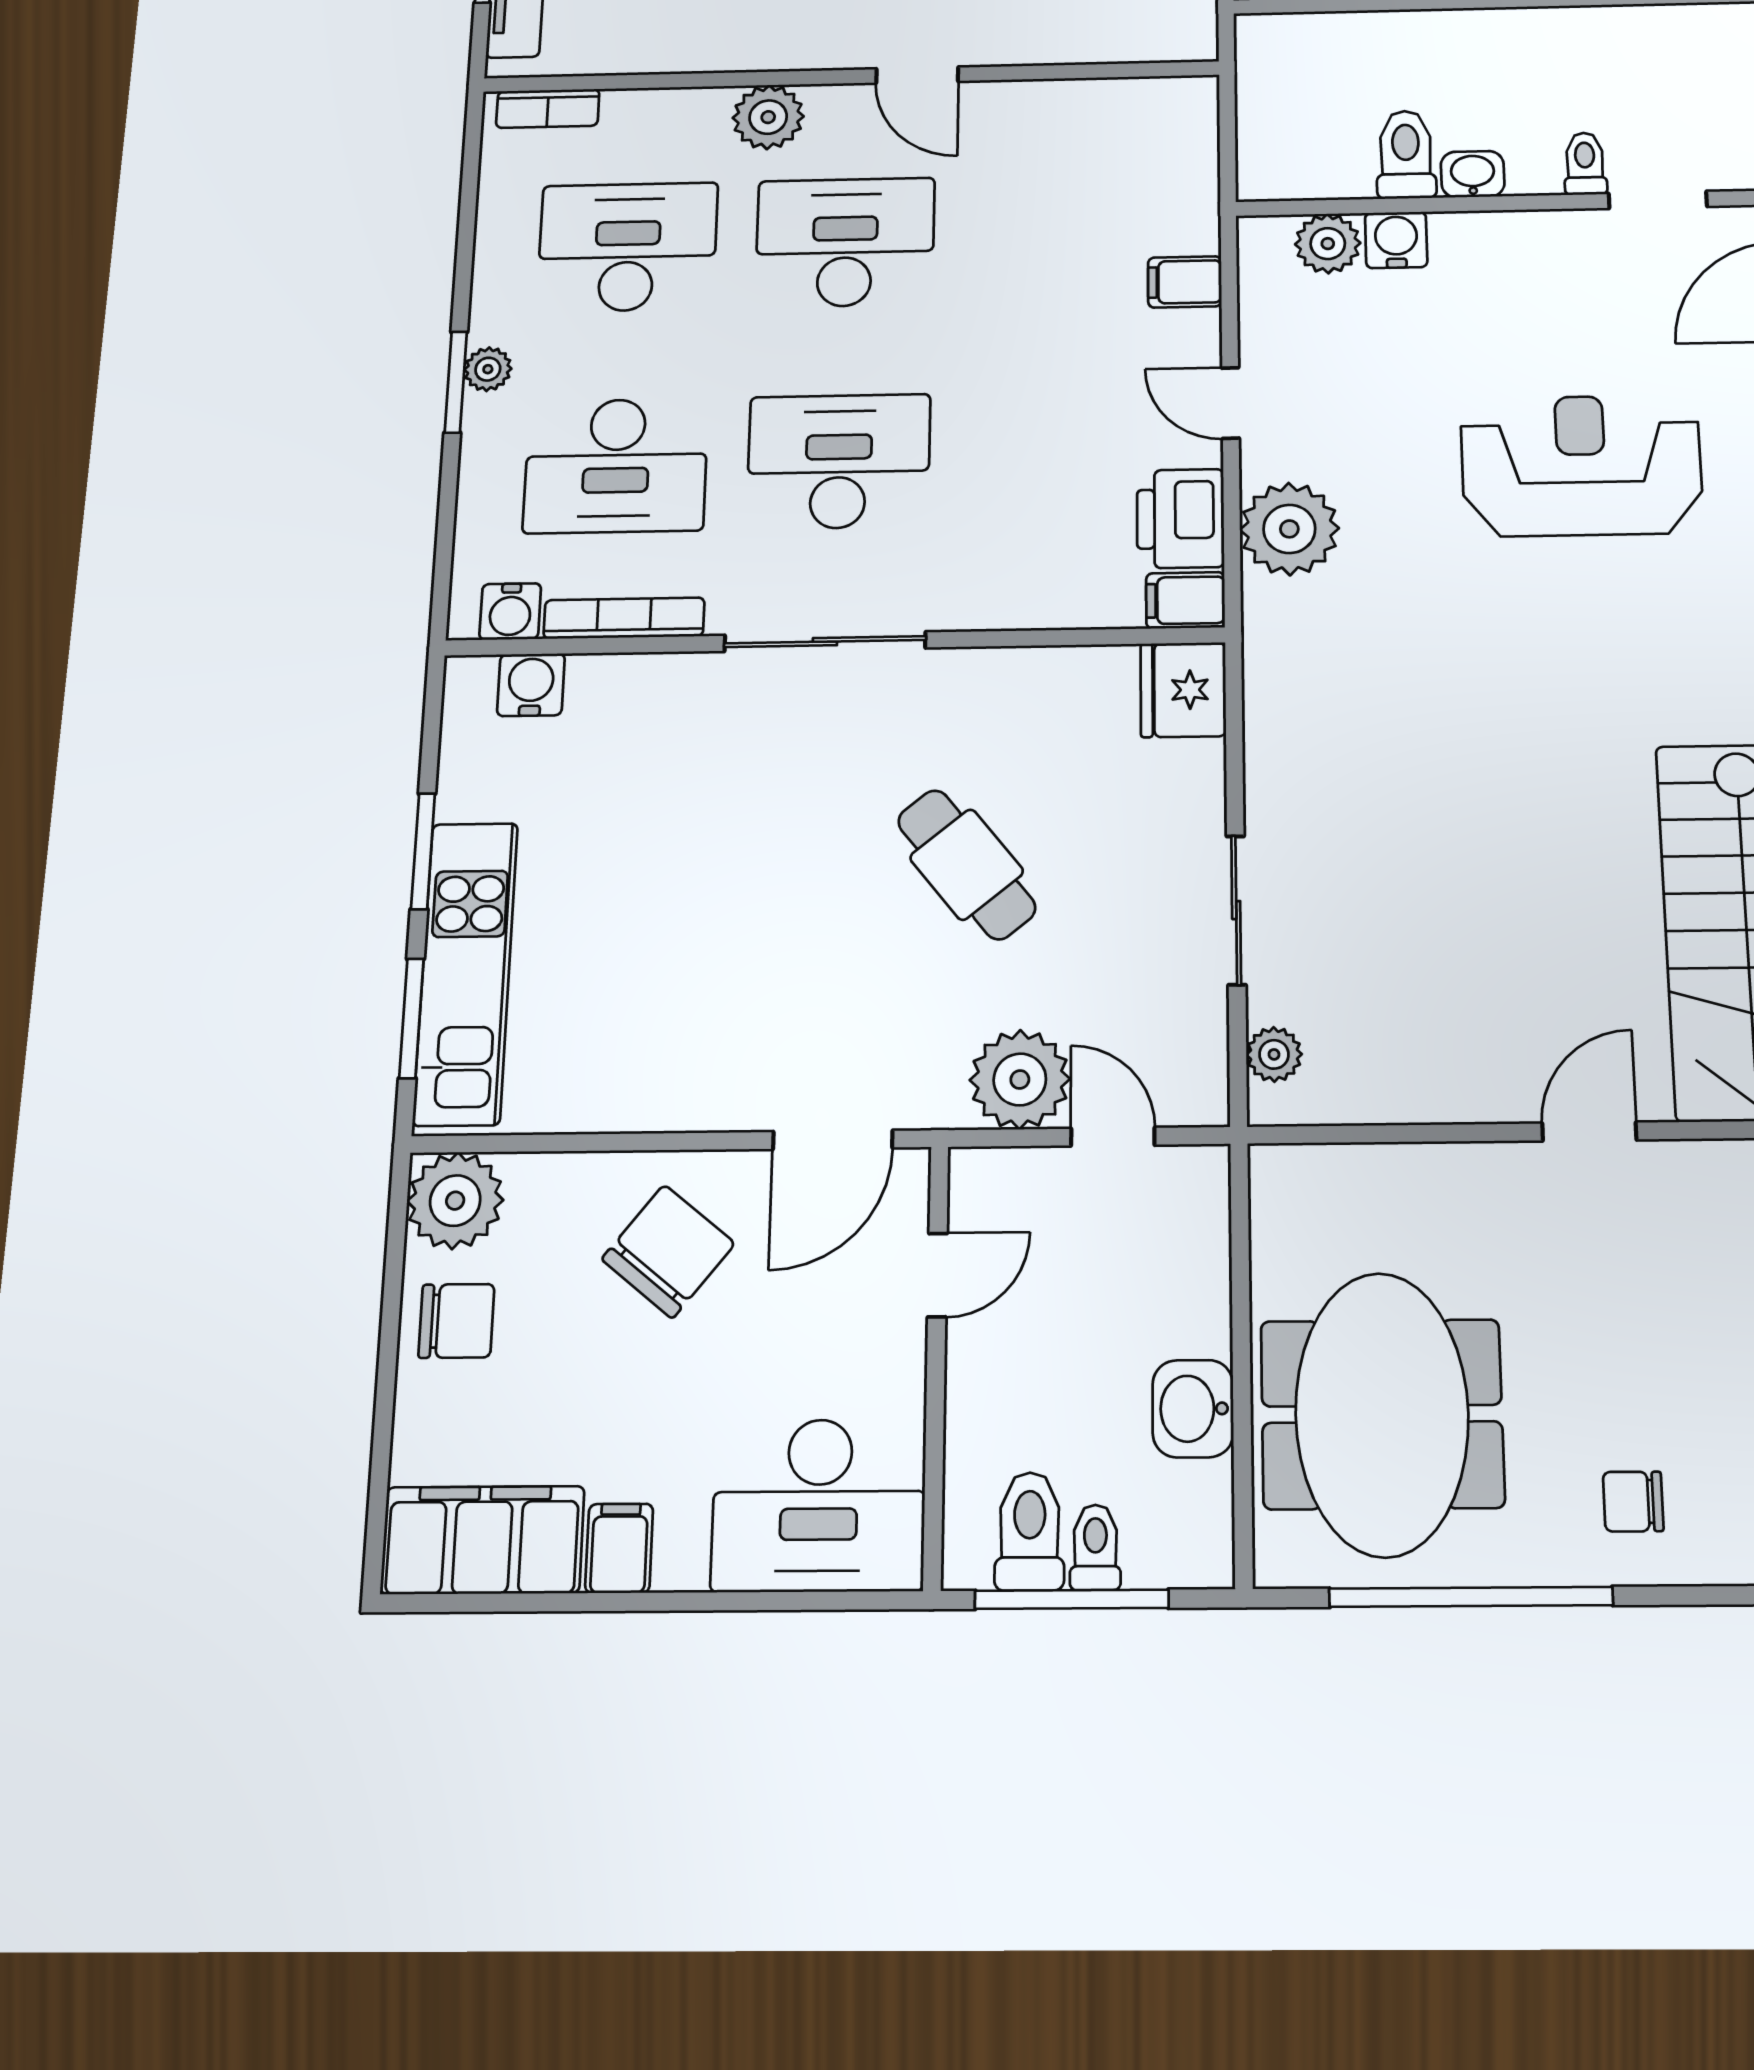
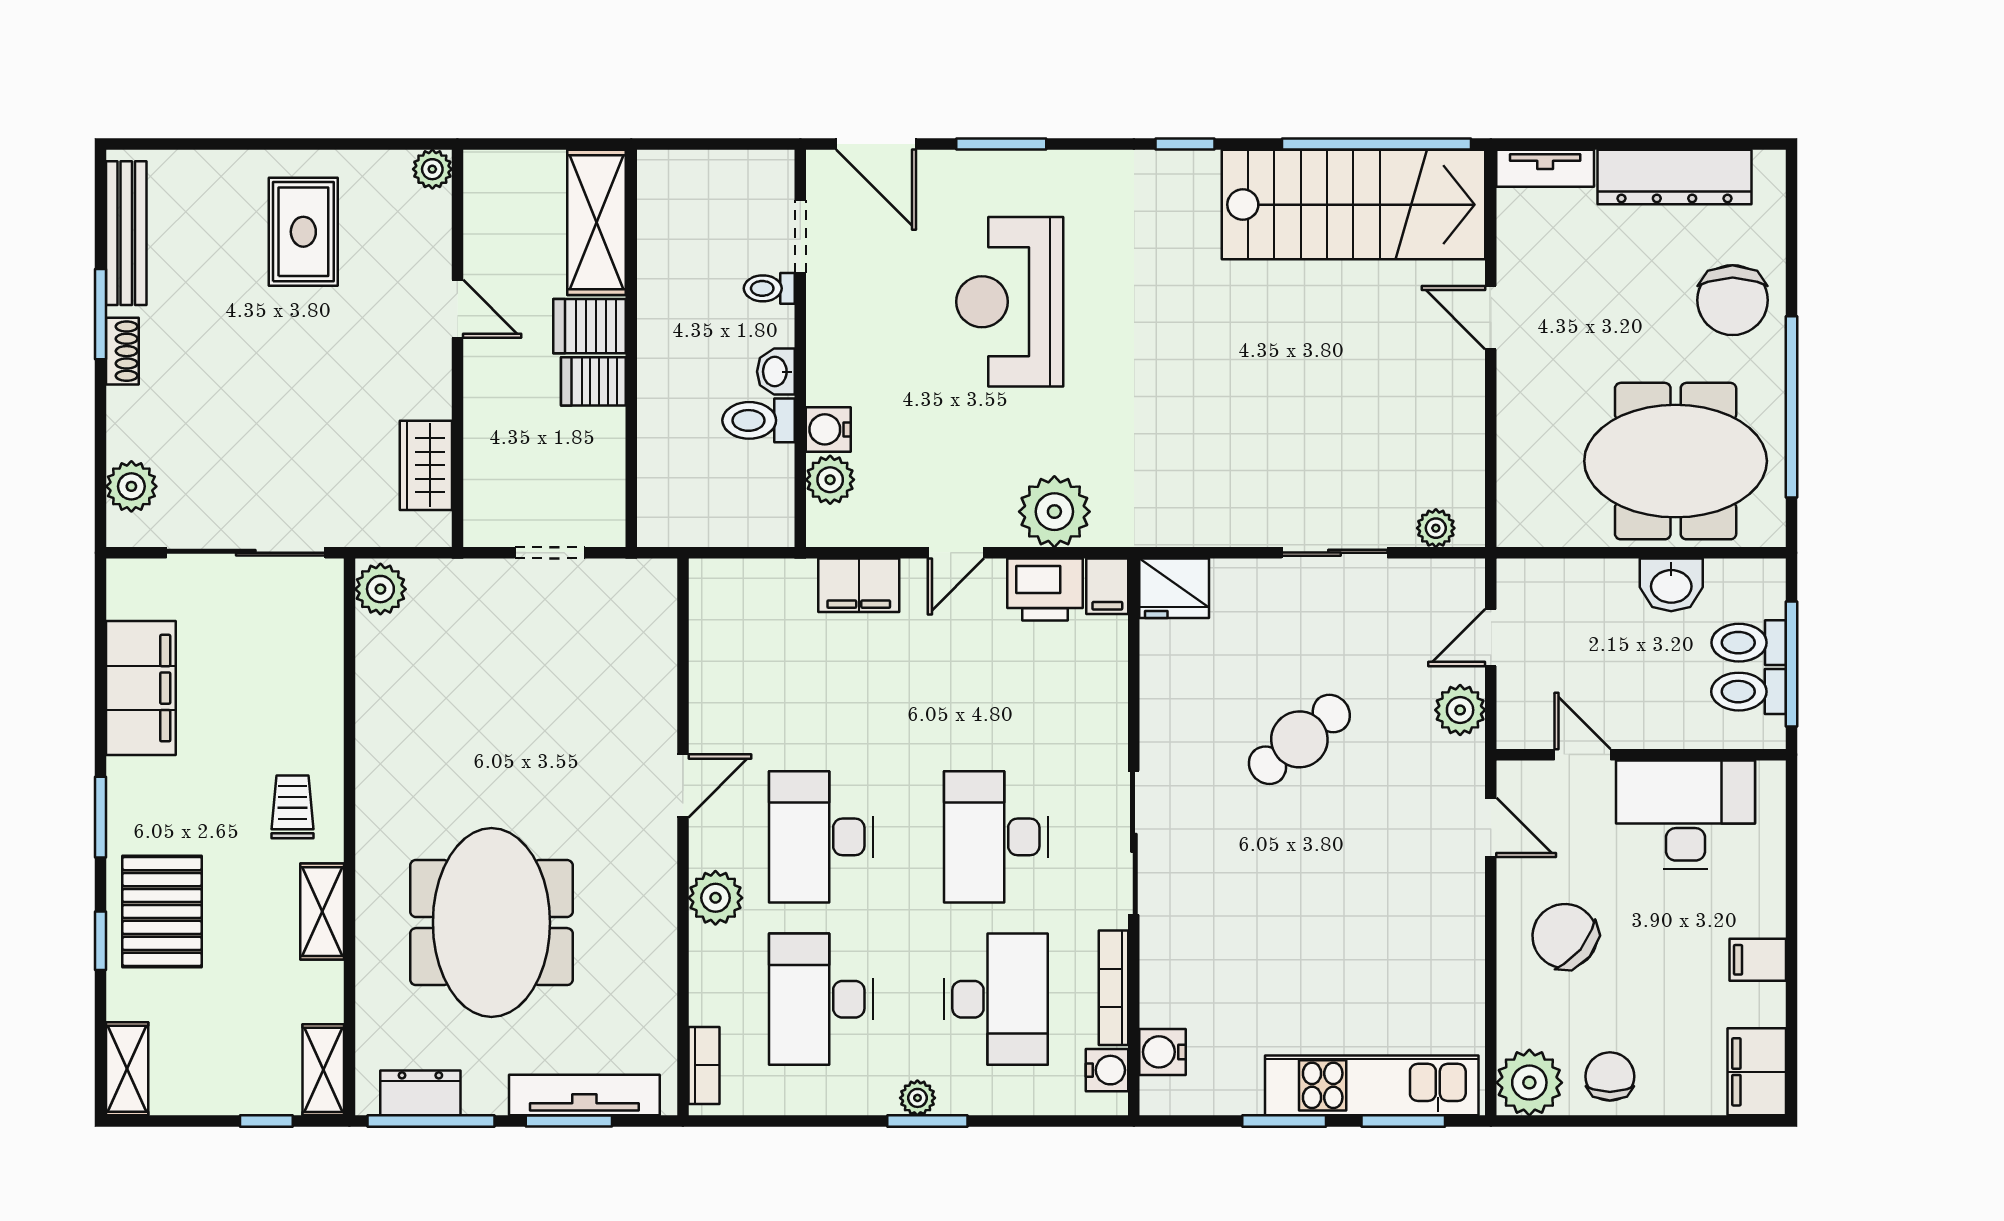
filing cabinet: (1185, 282) -> (859, 585), width x2.00
plant: (1020, 1079) -> (1460, 710), width x0.73, depth x0.73
door: (833, 1140) -> (1491, 827), width x0.73
chair: (1633, 1502) -> (1733, 300), width x1.87, depth x1.87
desk: (819, 1505) -> (1685, 815), moved, turned -90
filing cabinet: (483, 1540) -> (1757, 1072), width x0.67, depth x0.86
toilet: (1095, 1547) -> (1749, 643), width x1.37, depth x1.39

